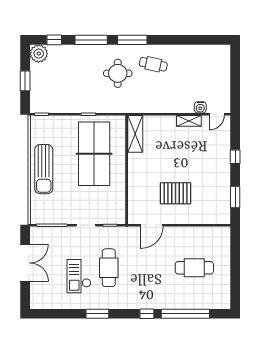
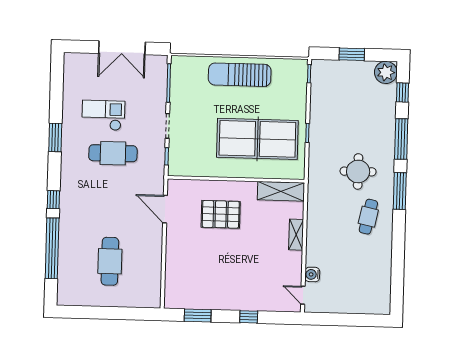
shelving: (189, 121) -> (296, 235), moved
pallet: (176, 193) -> (221, 214), moved, turned 90

